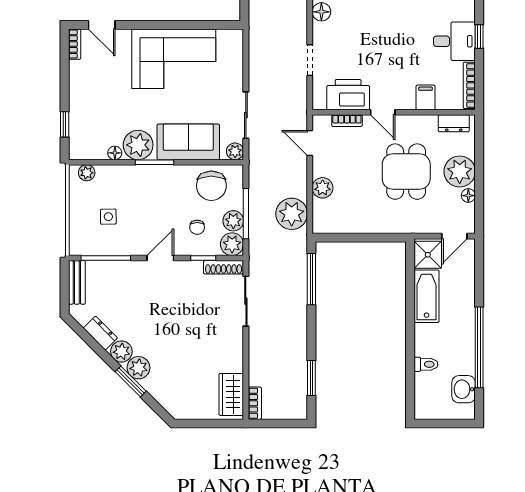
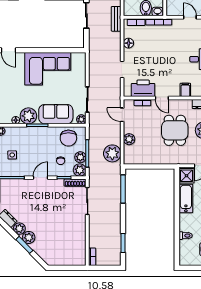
wardrobe: (231, 394) -> (79, 252), removed

